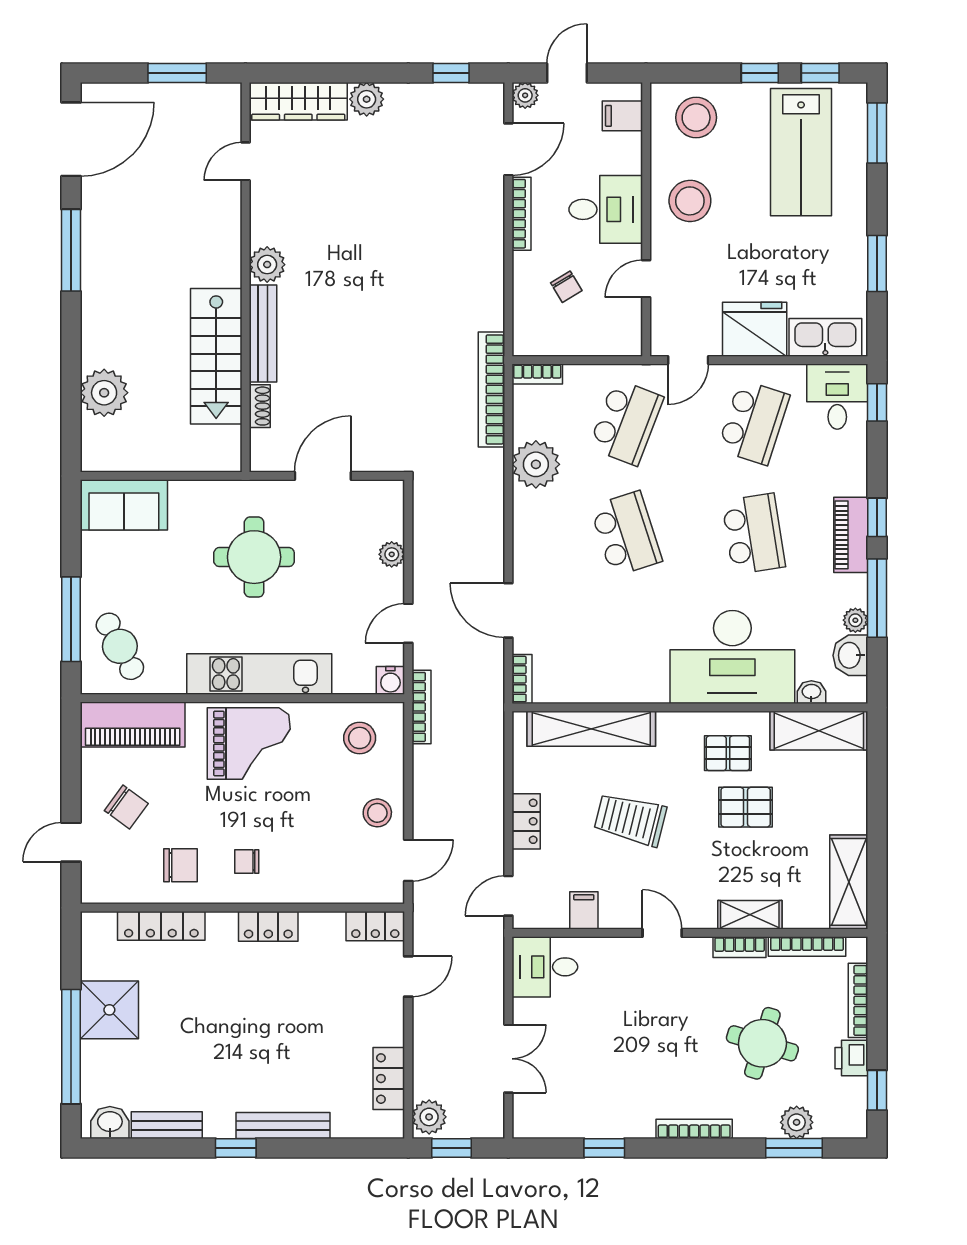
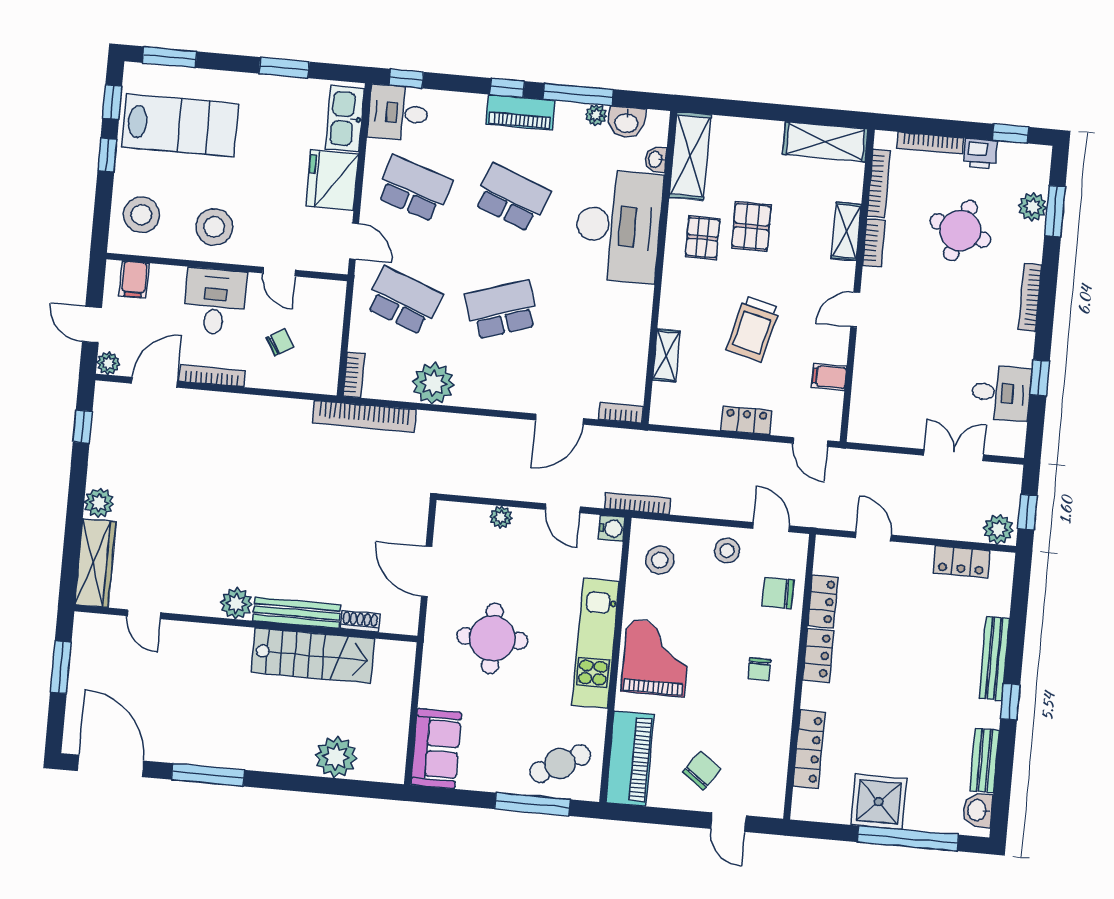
door: (508, 149) -> (154, 382), hinge flipped
school desk: (754, 534) -> (512, 198), turned 30
shelving: (591, 729) -> (666, 355), width x0.45, depth x0.75
chair: (180, 865) -> (778, 593), moved, turned -90
locker: (375, 926) -> (823, 601), moved
desk: (545, 967) -> (1001, 393), moved, turned -90

